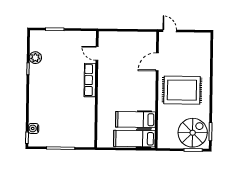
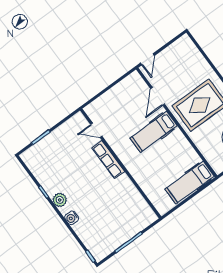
door: (170, 31) -> (147, 59), swing flipped
plant: (35, 58) -> (60, 200), moved
hospital bed: (135, 120) -> (154, 132), moved
water cooler: (34, 128) -> (72, 218), moved

